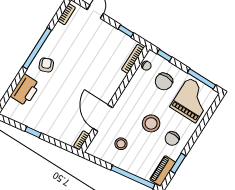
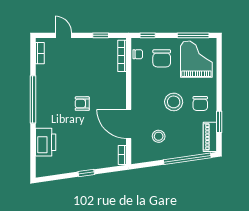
armchair: (46, 65) -> (82, 104), moved, turned -68
window: (33, 132) -> (86, 173), moved

